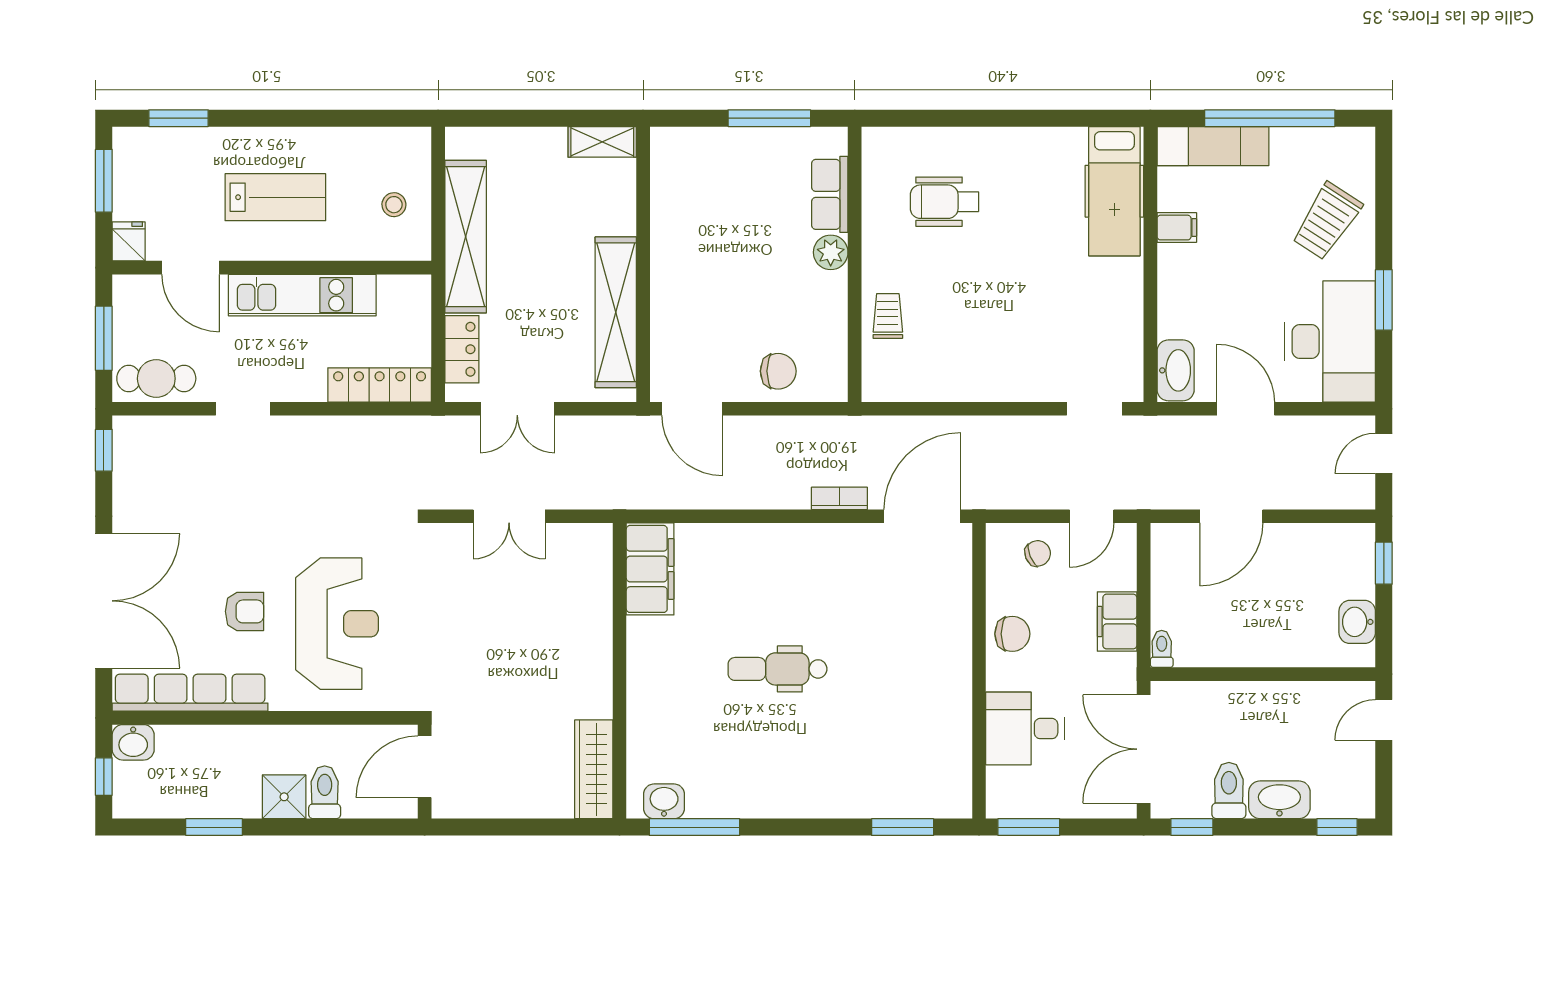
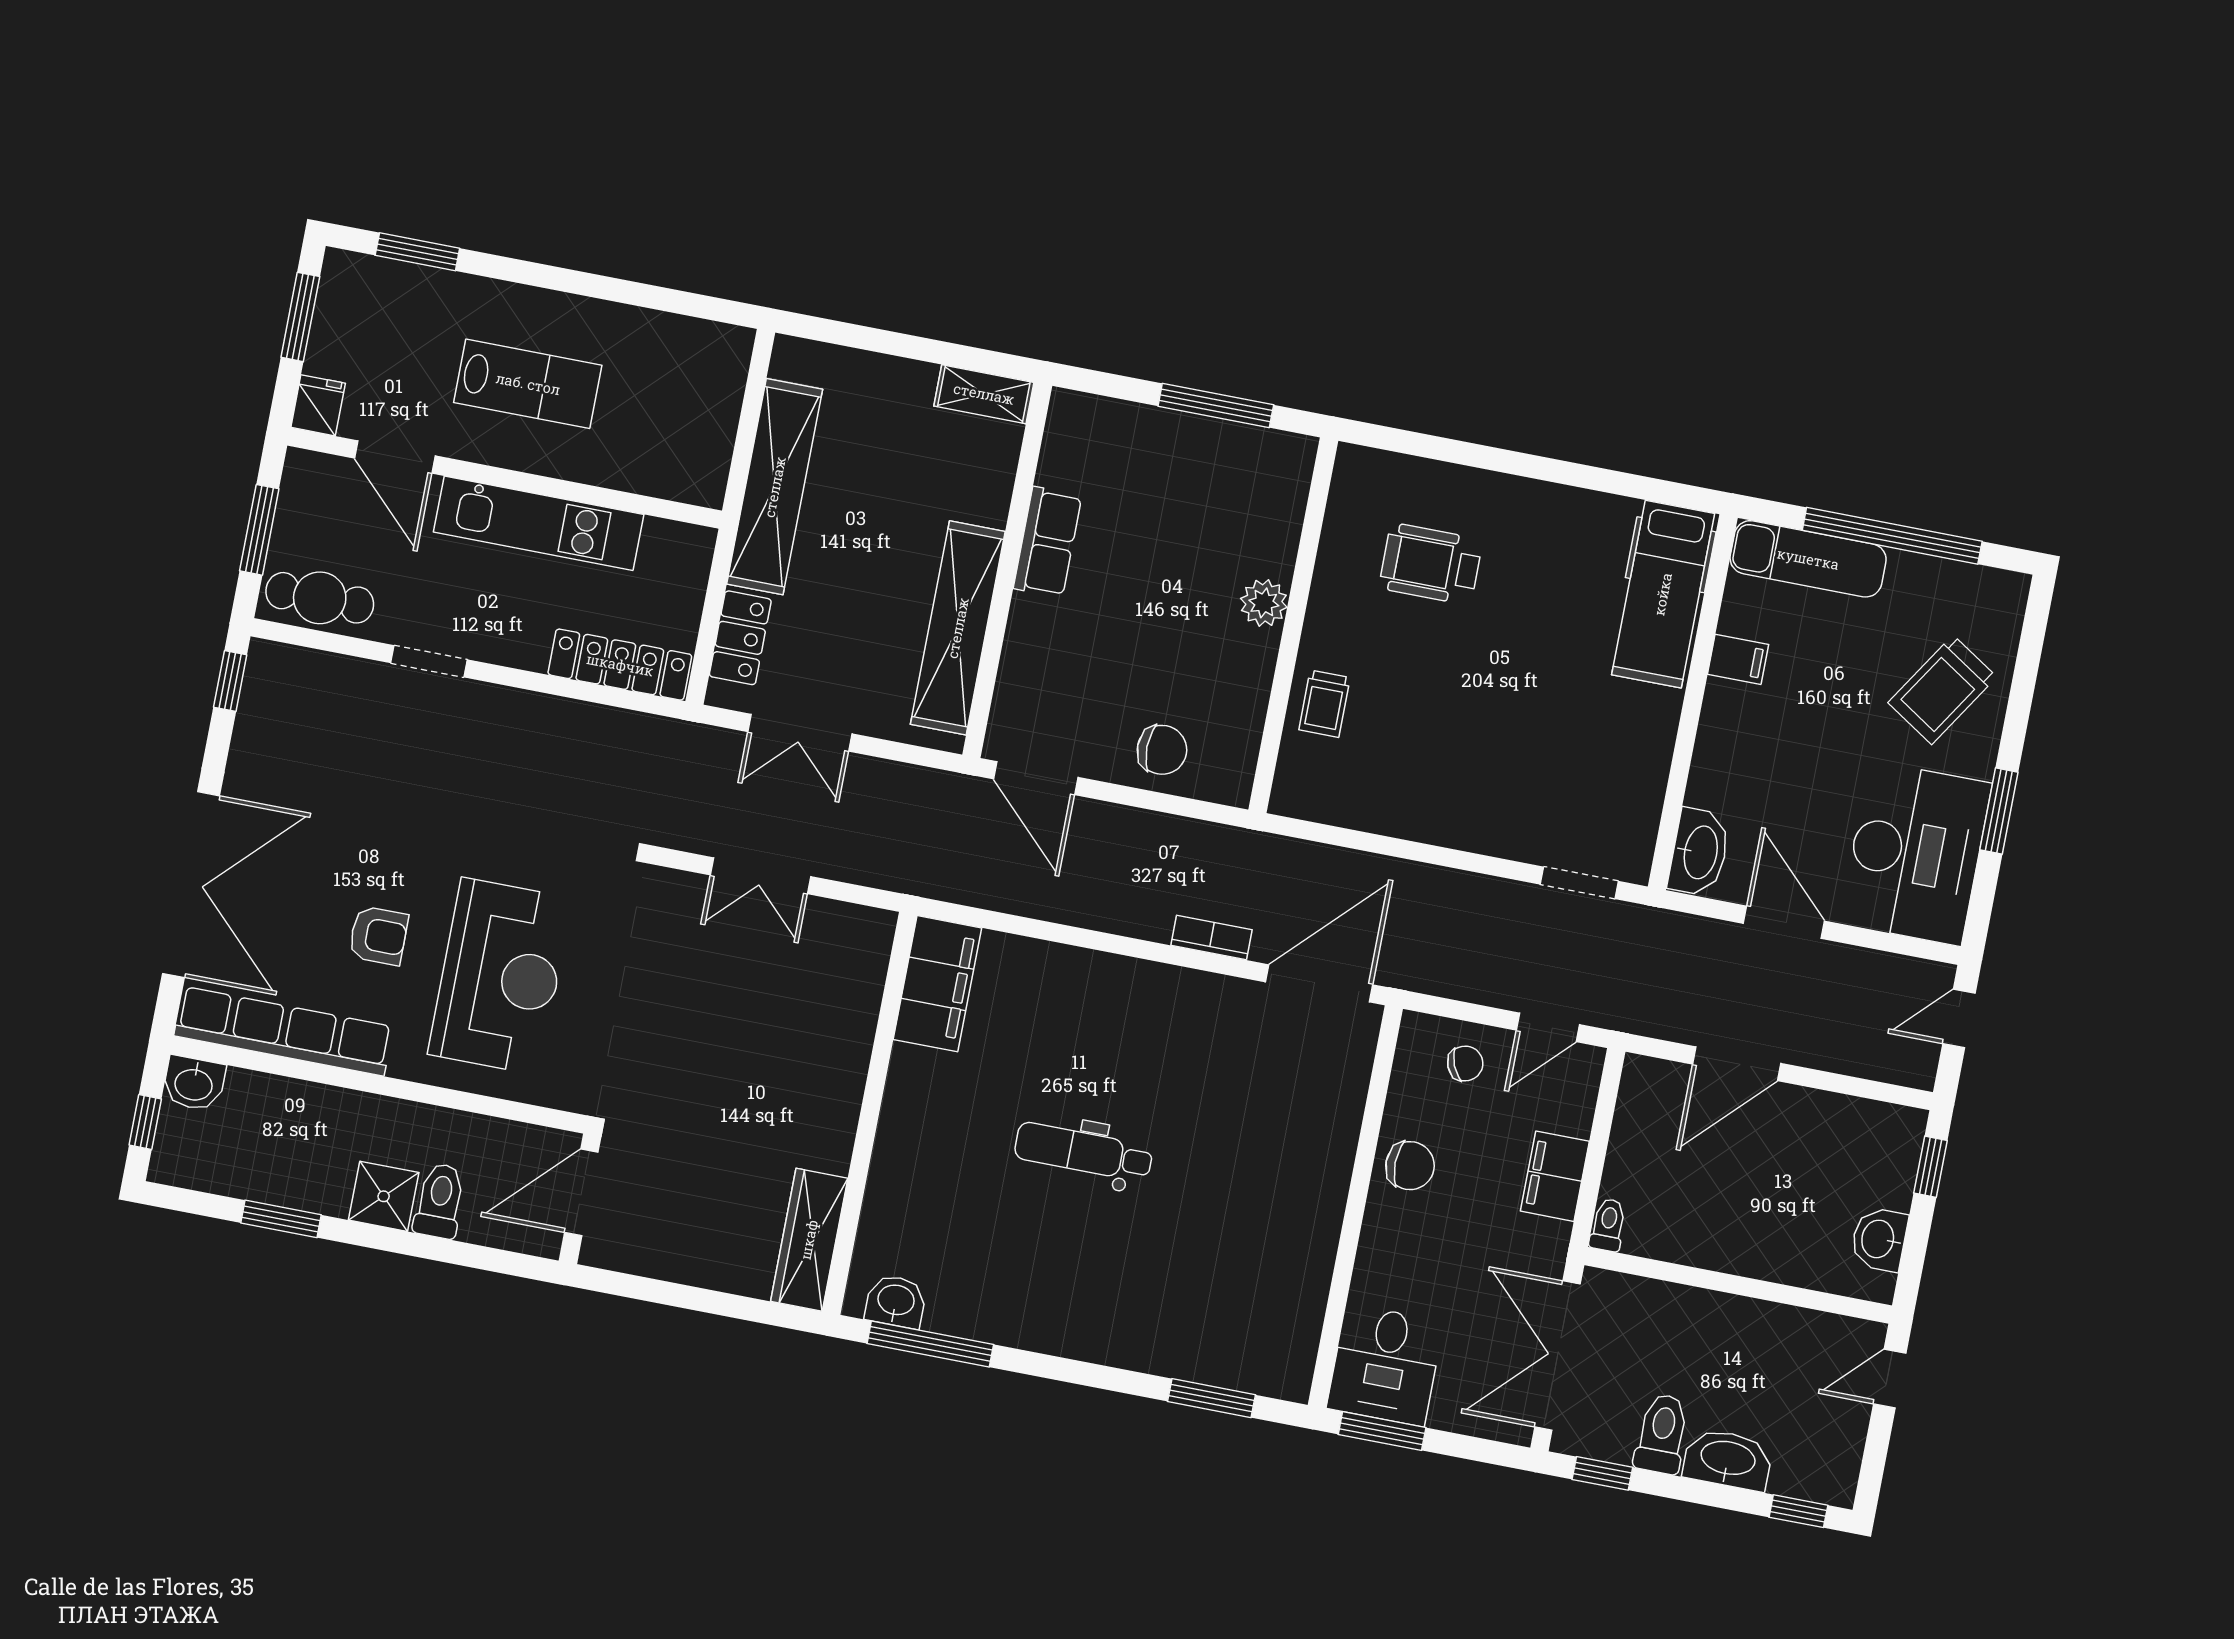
row of seats: (830, 194) -> (1048, 542), moved, turned 180
stool: (394, 205) -> (686, 425), removed
trolley: (888, 316) -> (1324, 704), turned 180
desk: (1025, 729) -> (1385, 1365), moved, turned -90

